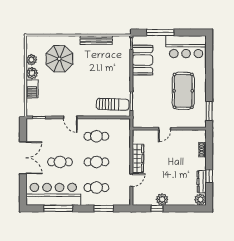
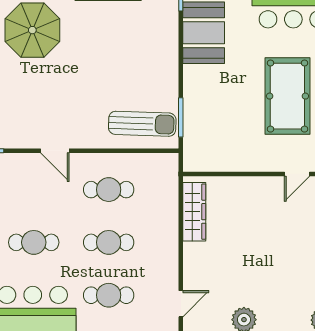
door: (165, 129) -> (297, 174), moved
wardrobe: (138, 158) -> (194, 212), moved
door: (131, 180) -> (181, 304), moved

